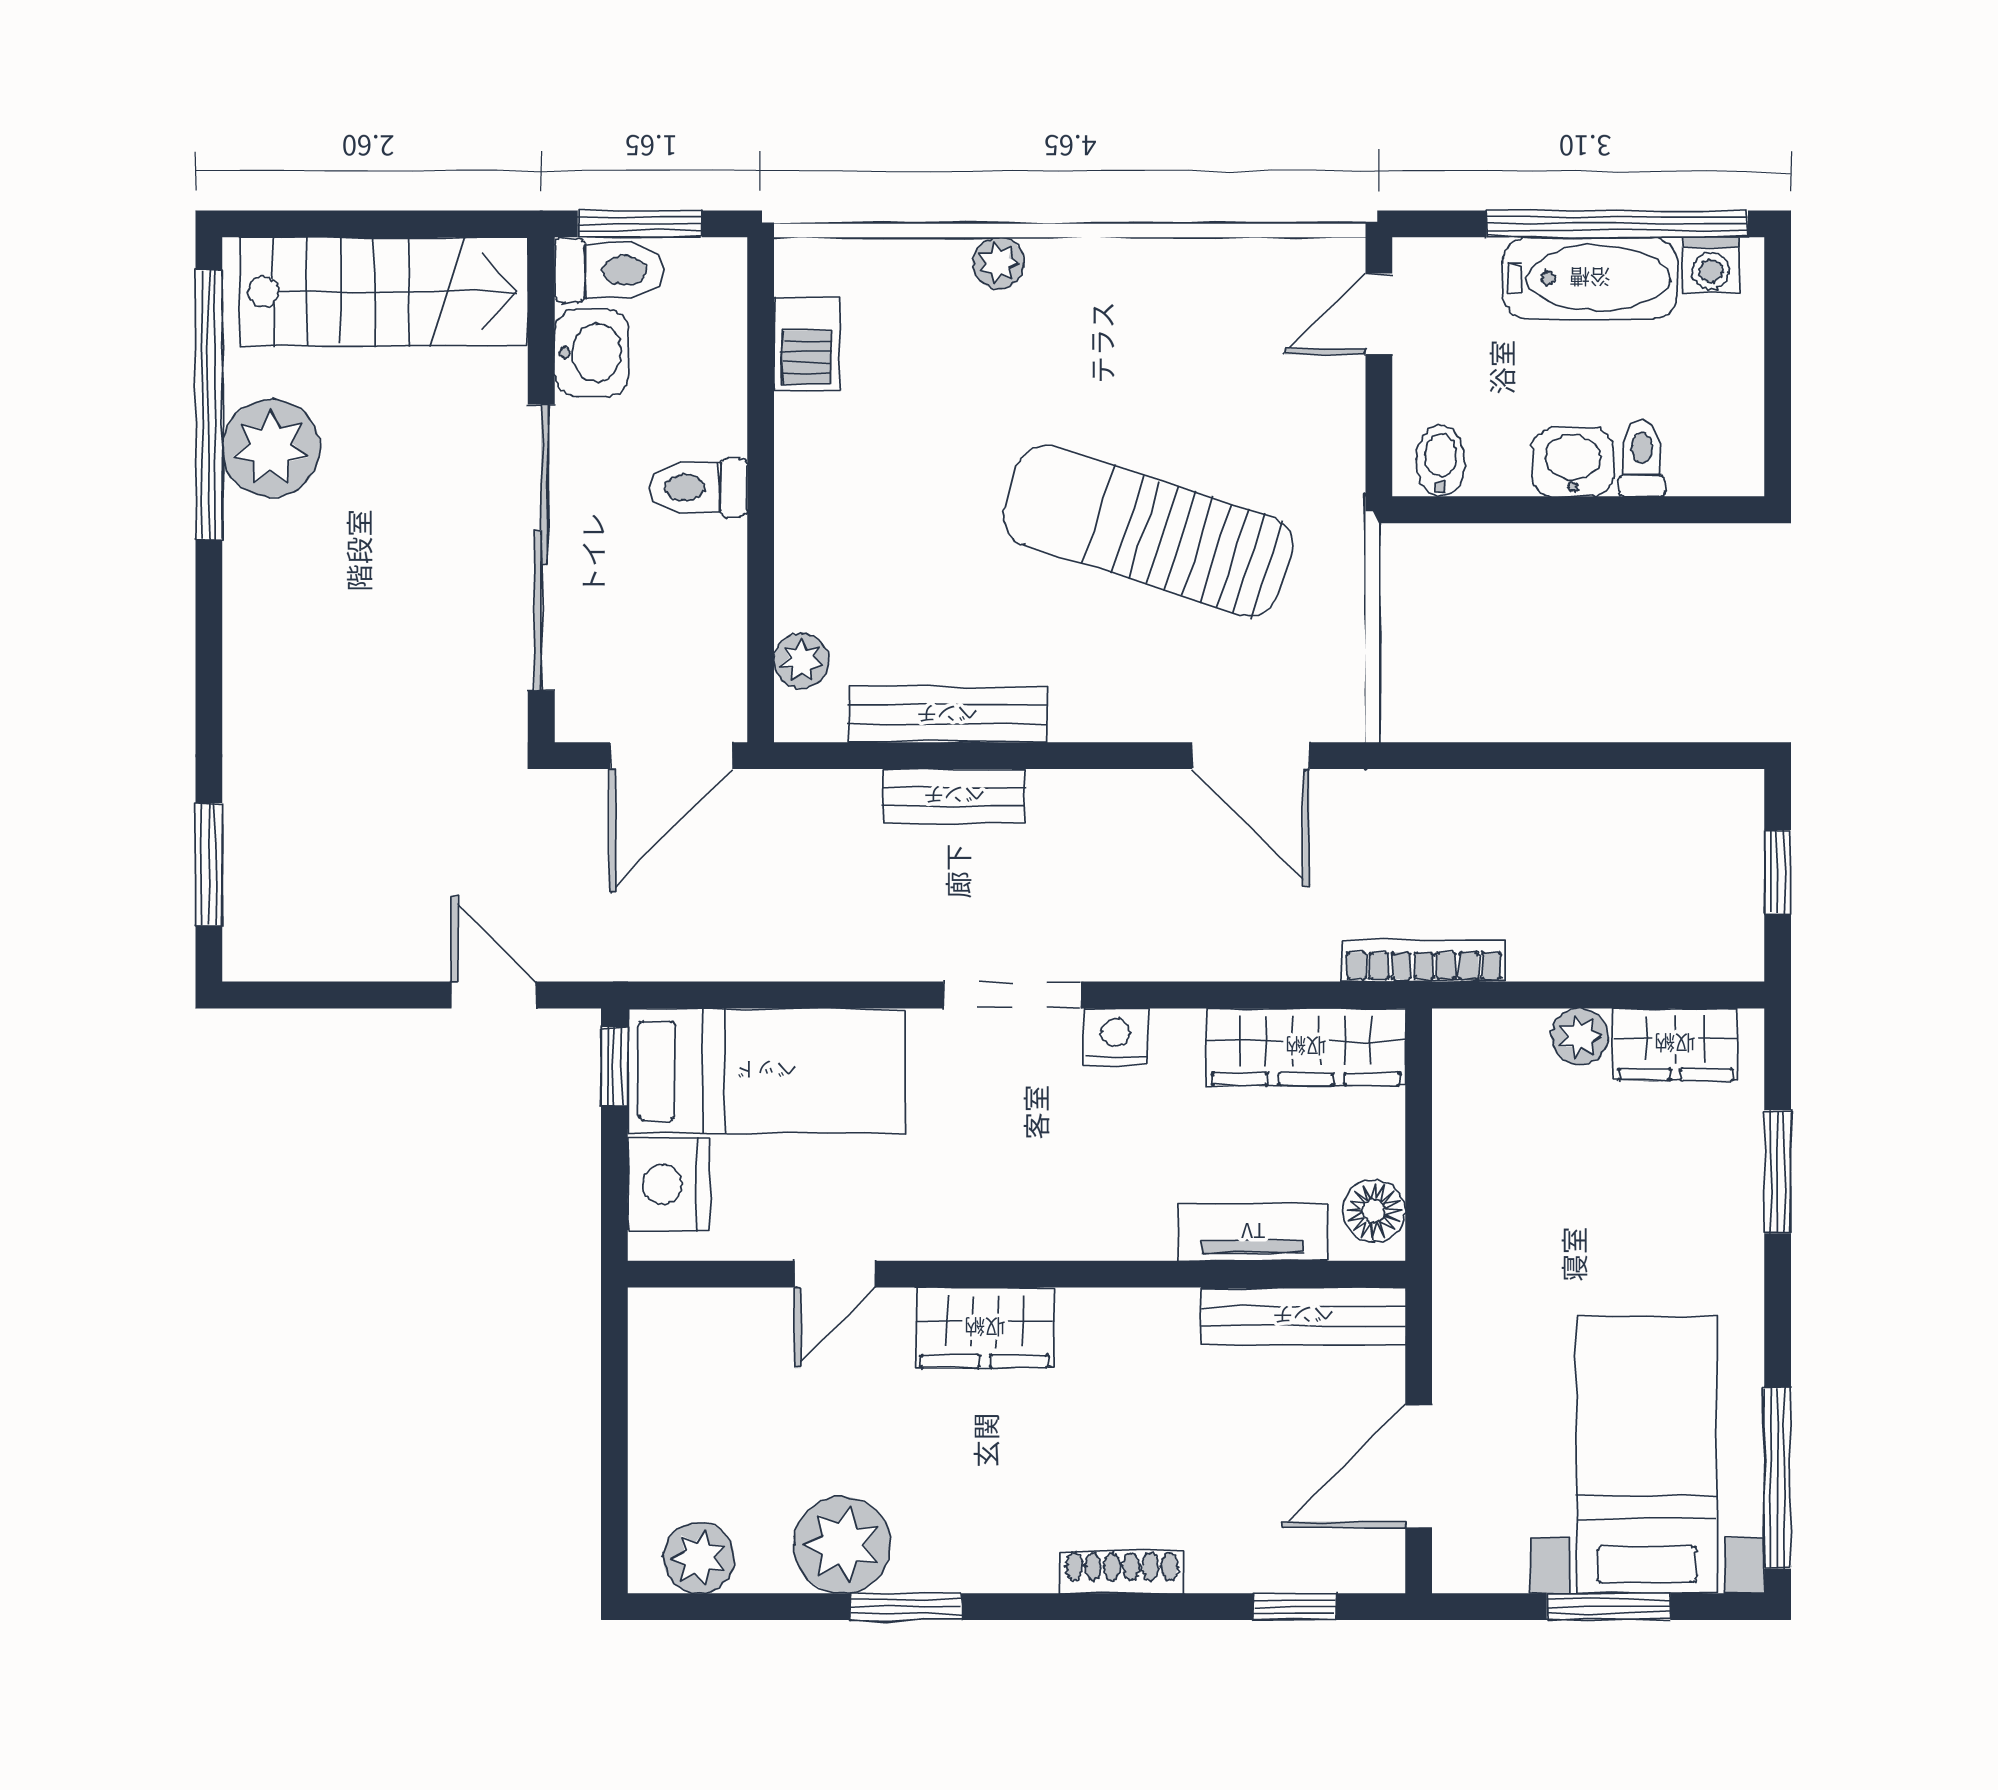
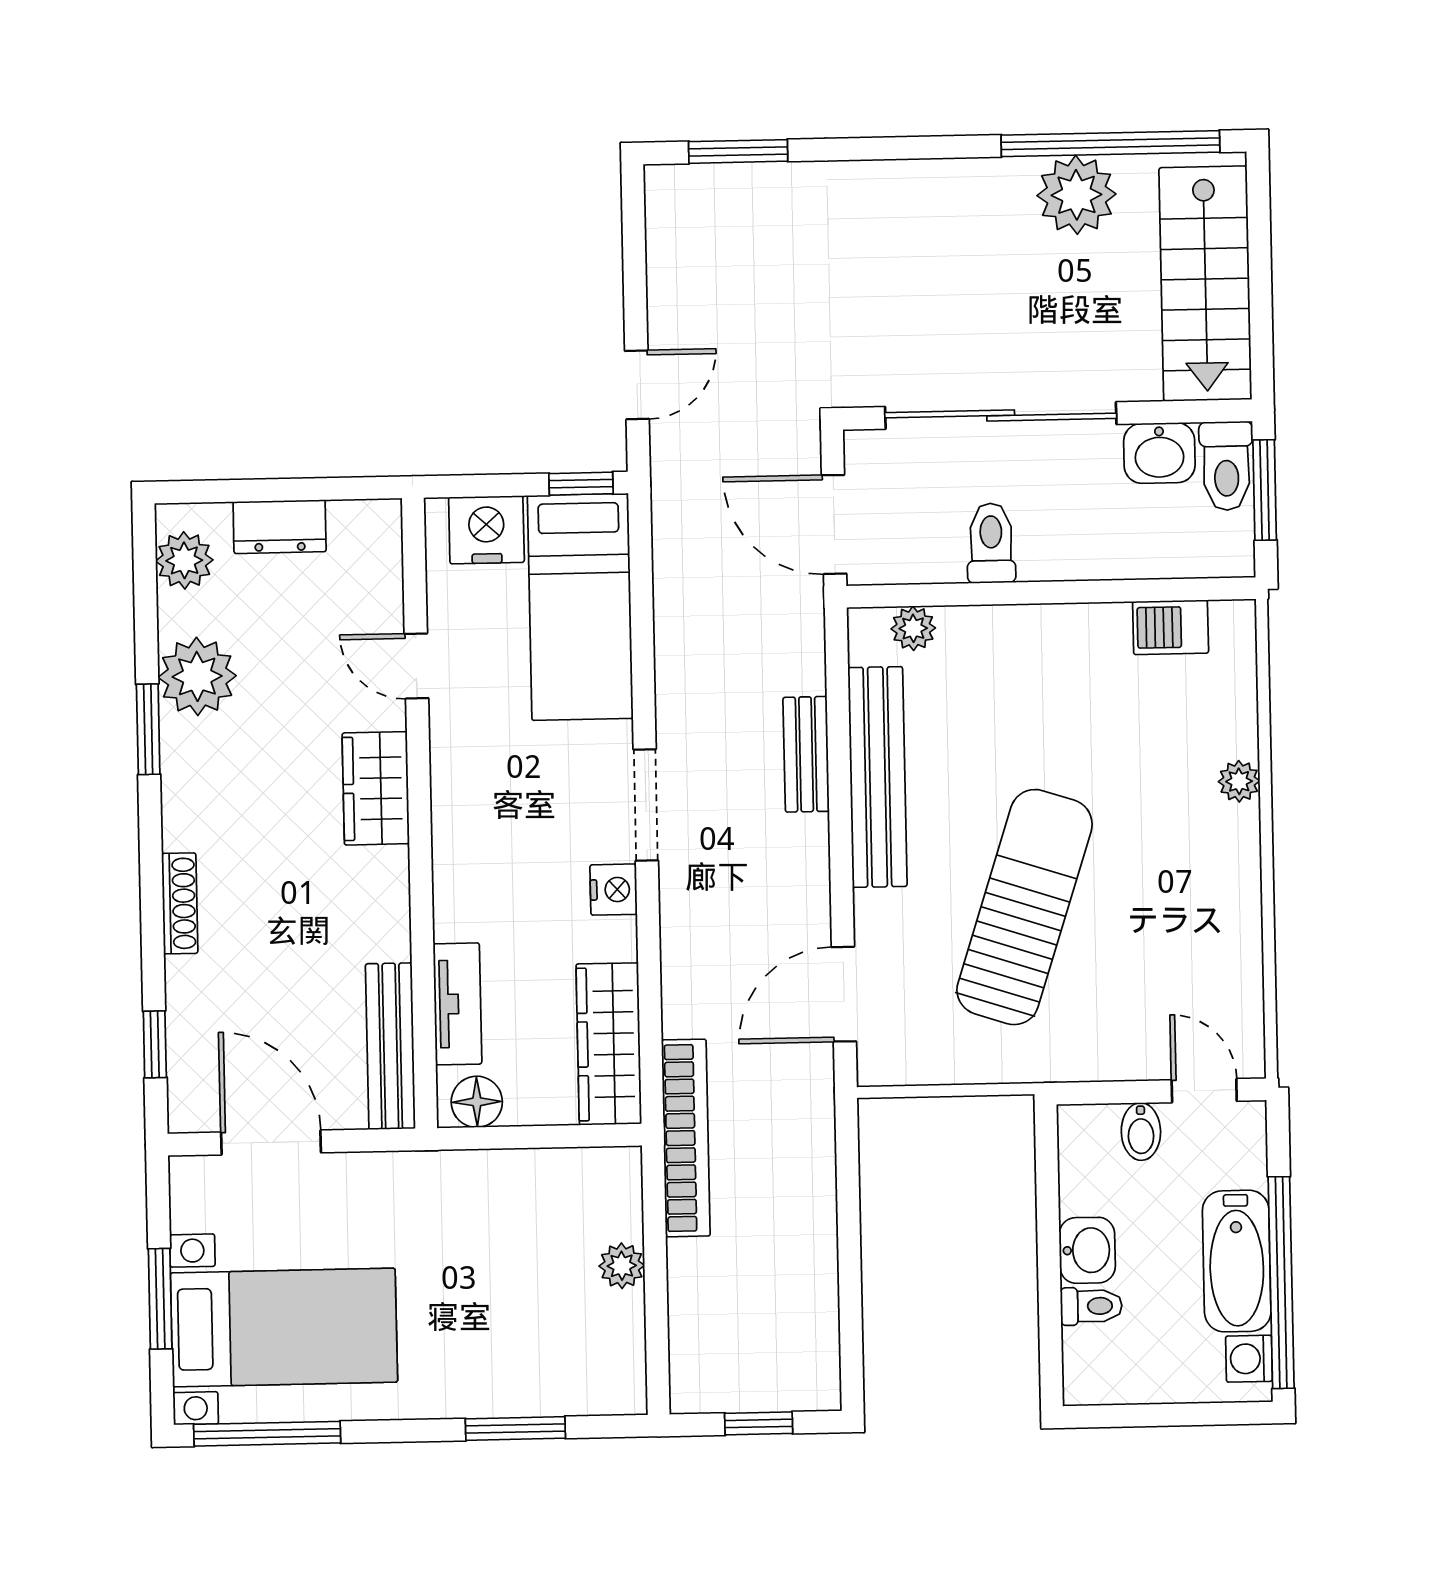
bidet: (1441, 461) -> (1141, 1132), moved, turned 90
toilet: (698, 487) -> (991, 543), moved
bench: (947, 715) -> (877, 777), width x1.37, depth x1.21
bookcase: (1424, 961) -> (686, 1138), width x1.48, depth x1.31
wardrobe: (1675, 1044) -> (617, 1343), removed
dresser: (660, 1439) -> (280, 527), added

